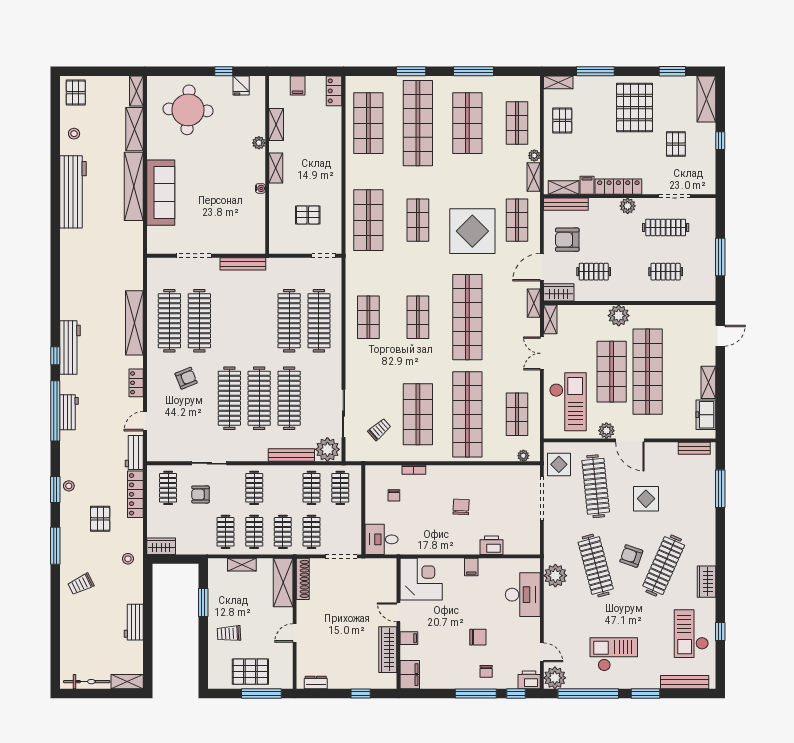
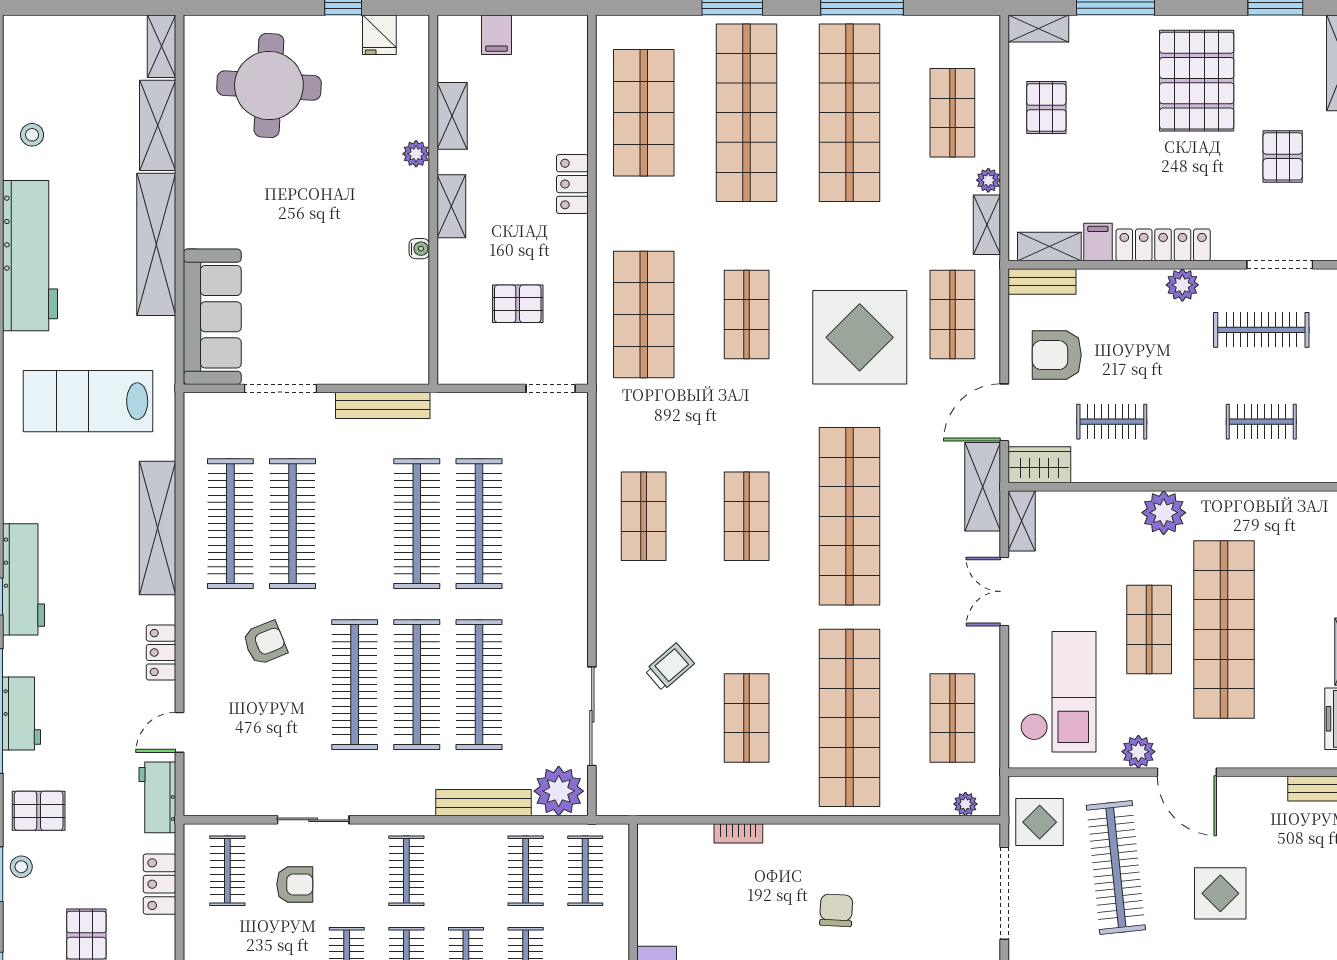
locker: (334, 91) -> (572, 184), moved
pallet: (76, 93) -> (39, 811), moved, turned 90
shop shelf: (467, 123) -> (849, 113), width x1.40
sofa: (161, 193) -> (212, 317), moved
bench: (566, 204) -> (1042, 281), width x0.73
lab bench: (101, 262) -> (88, 401), added
shelving: (534, 303) -> (983, 487), width x1.50, depth x1.33
clothes rail: (319, 321) -> (417, 524), moved
shop shelf: (612, 372) -> (1149, 629), width x0.70, depth x0.74
shop shelf: (418, 414) -> (747, 718), width x0.70, depth x0.74
trolley: (379, 429) -> (669, 667), moved
locker: (135, 494) -> (160, 884), width x0.66
armchair: (200, 494) -> (295, 884), turned 180
chair: (394, 495) -> (697, 886), removed

